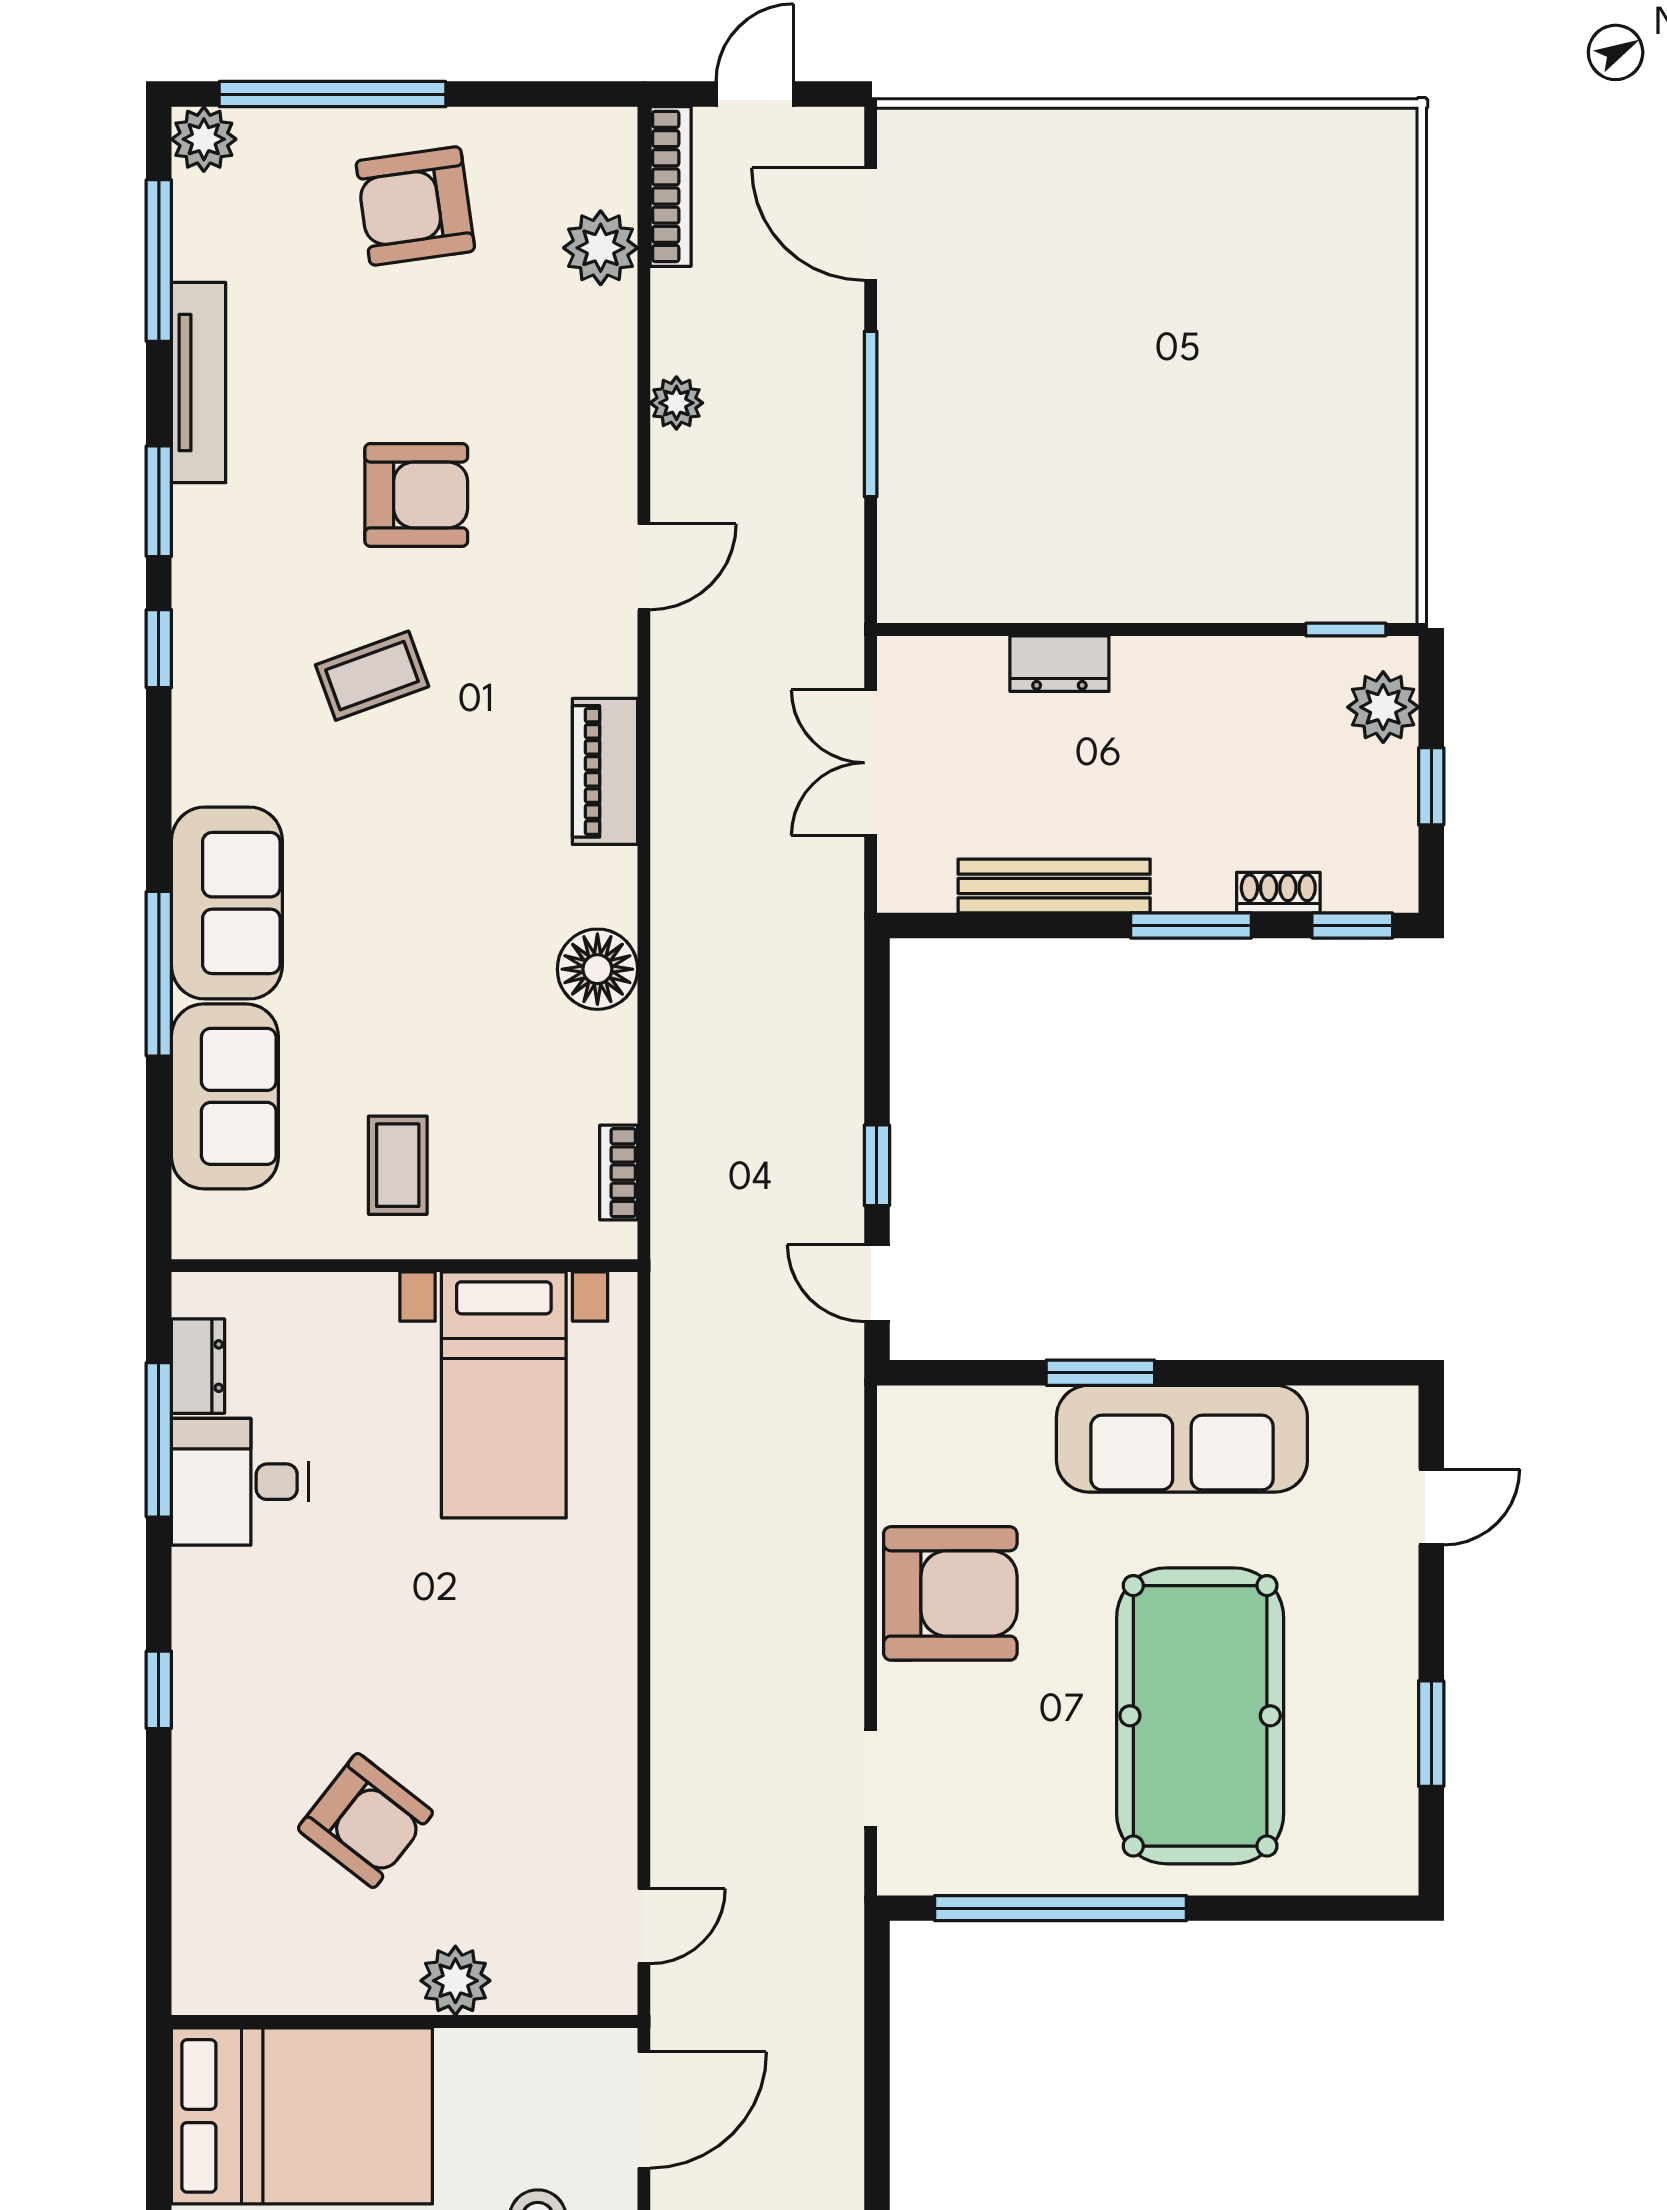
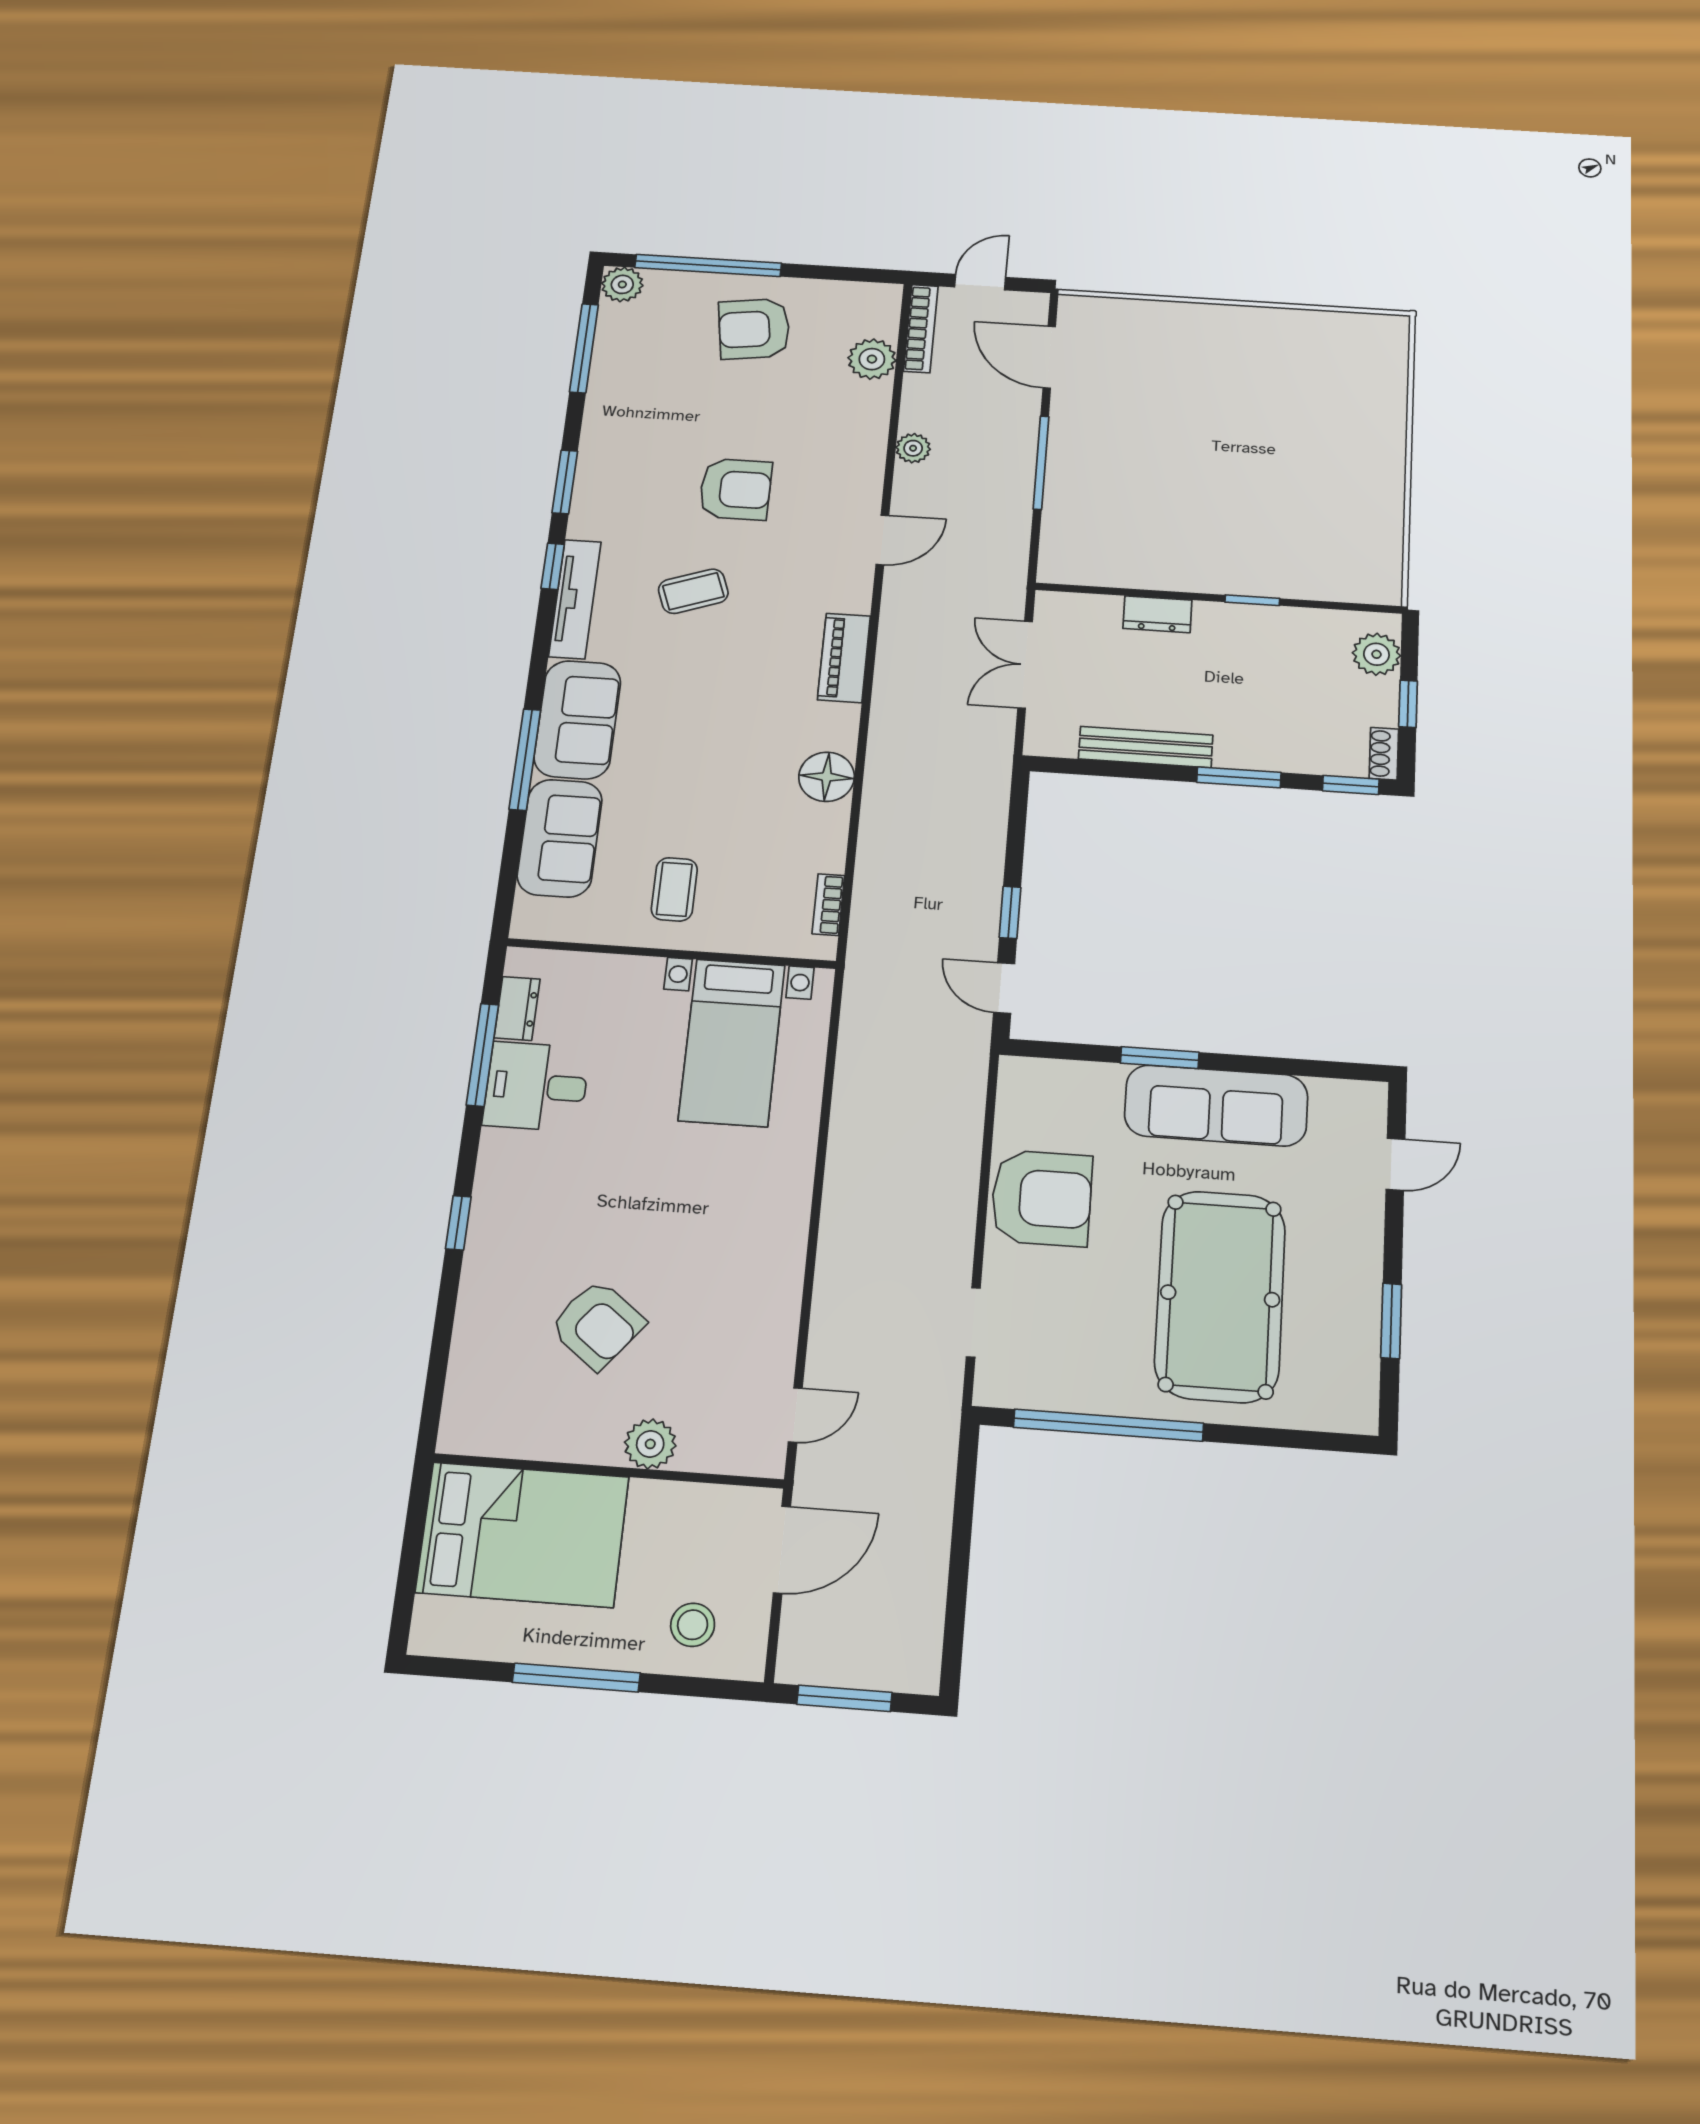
tv unit: (199, 383) -> (575, 599), moved
window: (1346, 629) -> (1252, 600), moved
shoe rack: (1278, 893) -> (1384, 754), moved, turned -90

